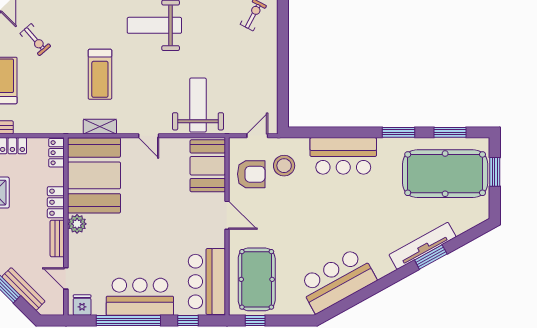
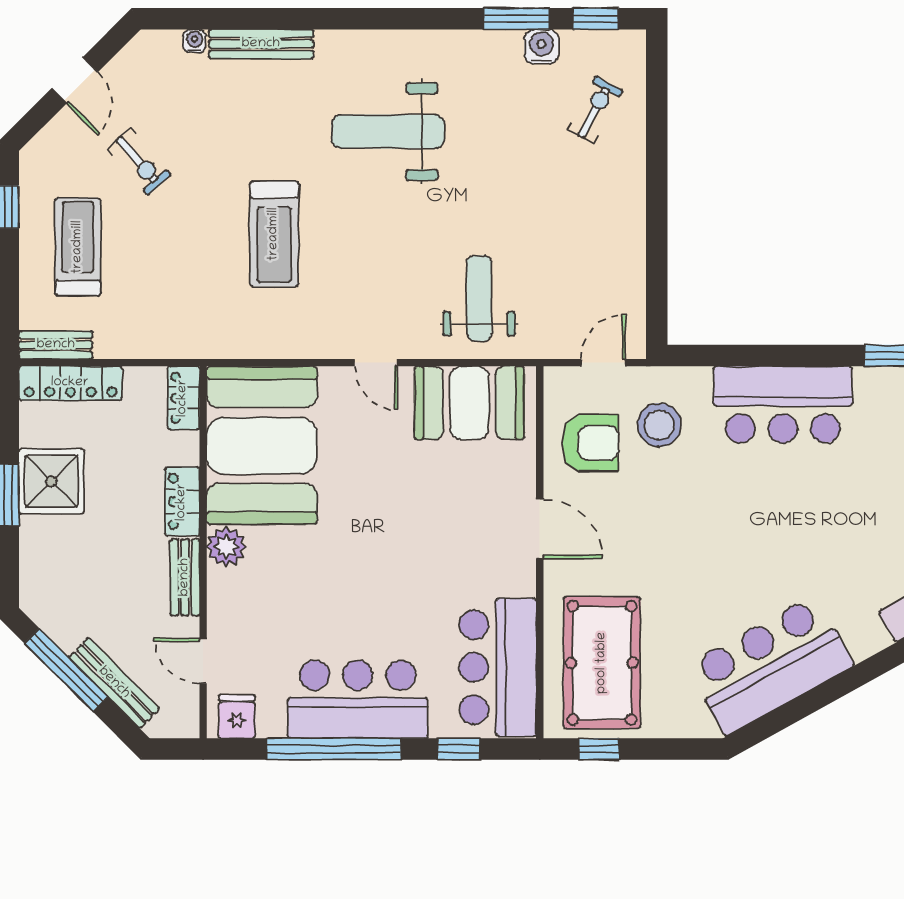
weight bench: (198, 105) -> (479, 298), width x0.73, depth x0.75
shelving: (100, 127) -> (274, 344), removed
booth: (208, 166) -> (469, 403), moved, turned 90

